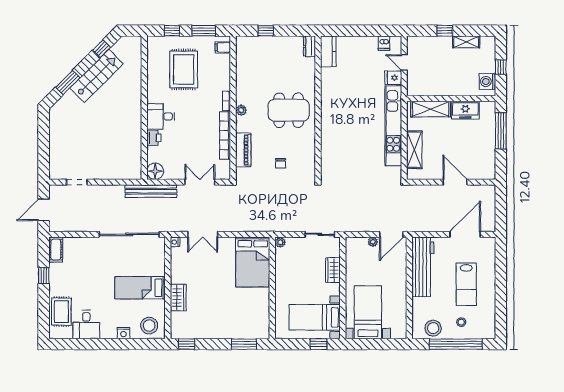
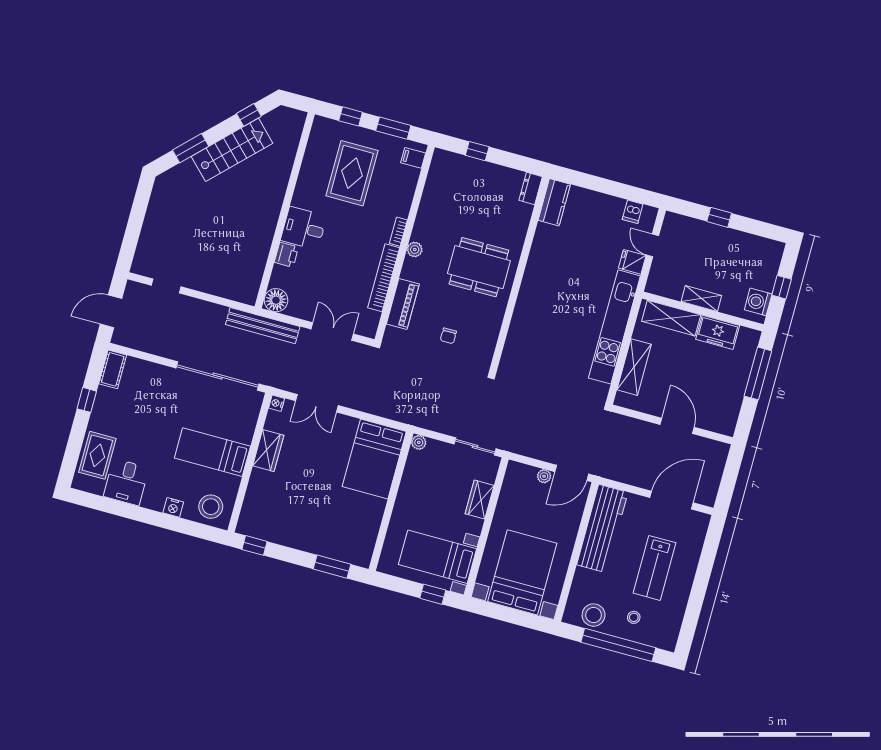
shelving: (466, 42) -> (701, 298), moved
wardrobe: (178, 298) -> (268, 451), moved
bed with nightstands: (368, 312) -> (522, 572), width x1.36

